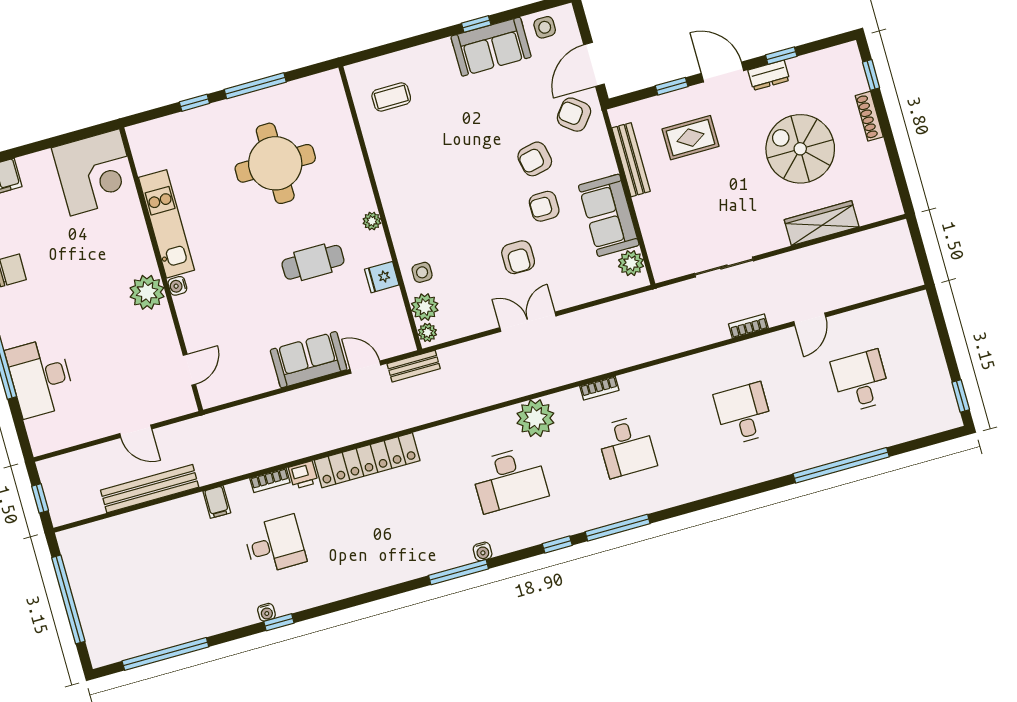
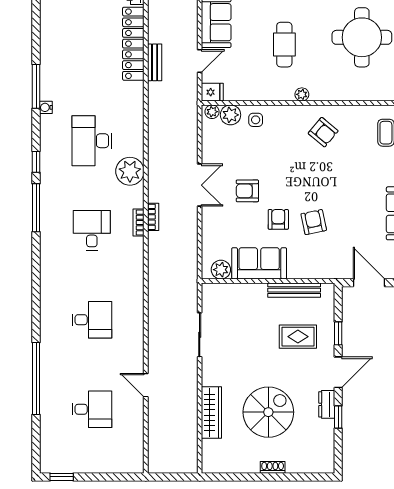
window: (871, 75) -> (307, 477), removed
armchair: (574, 115) -> (323, 132), moved, turned 92
shoe rack: (869, 116) -> (273, 467), width x0.70
rug: (690, 138) -> (298, 337), turned 90
fridge: (382, 277) -> (212, 92), moved, turned 90
bookcase: (748, 326) -> (153, 217), moved
bench: (414, 366) -> (155, 62), moved
desk: (627, 447) -> (92, 230), turned 90

